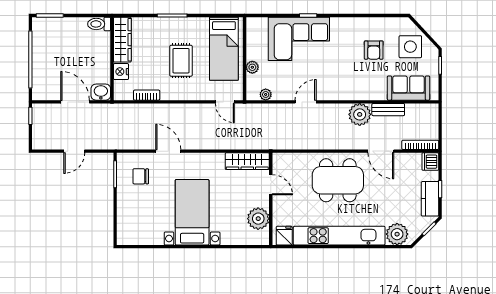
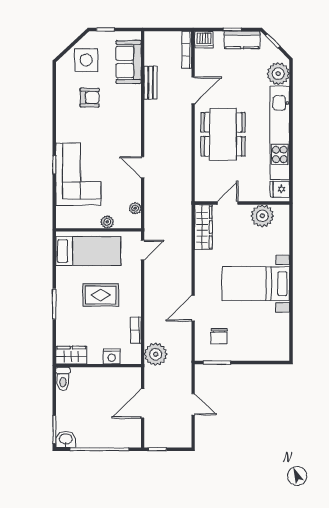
wardrobe: (122, 40) -> (71, 355), width x0.67
washbasin: (101, 92) -> (66, 439), moved, turned 90
plant: (360, 114) -> (156, 354), moved

